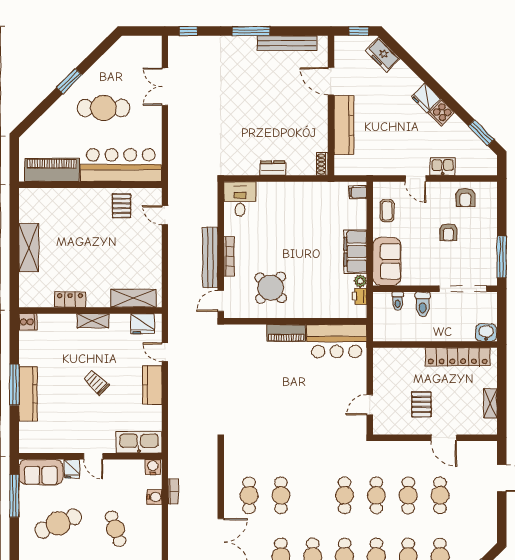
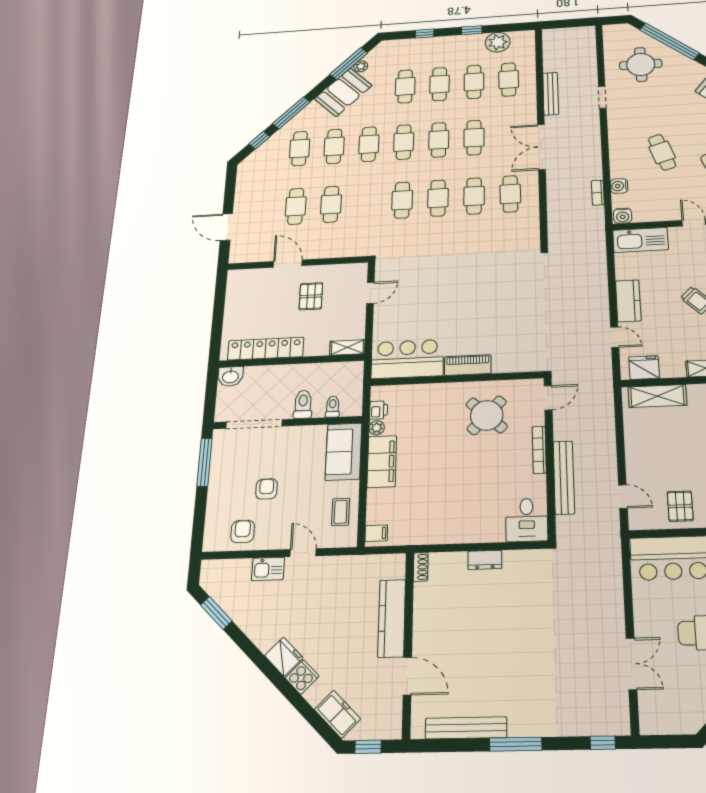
cooker: (441, 113) -> (302, 677), moved
bench: (210, 257) -> (564, 477), moved
shelving: (490, 403) -> (347, 347), moved, turned 90
cafe table: (376, 495) -> (438, 198), moved

